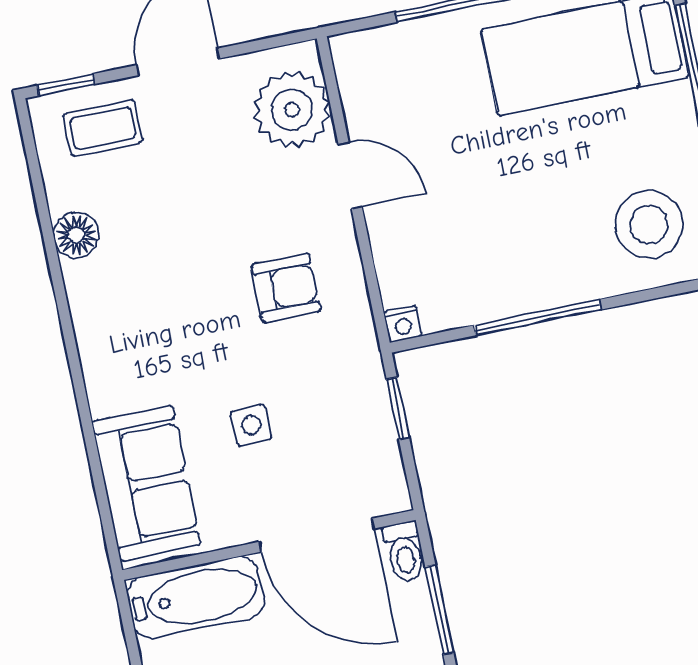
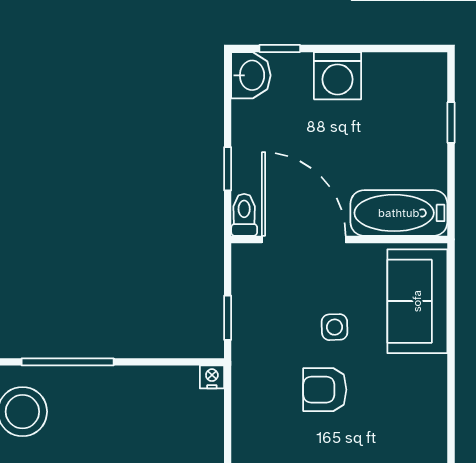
armchair: (286, 288) -> (325, 390), moved
window: (537, 317) -> (68, 362), moved
window: (439, 609) -> (228, 169), width x0.67

